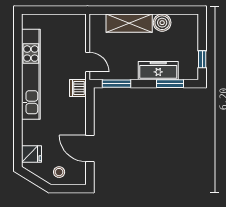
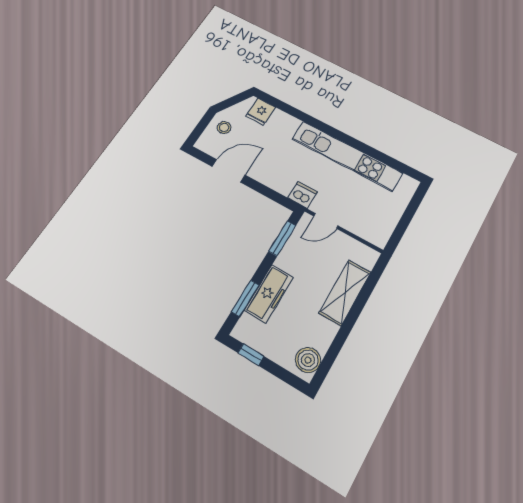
boiler: (162, 23) -> (308, 360), moved

